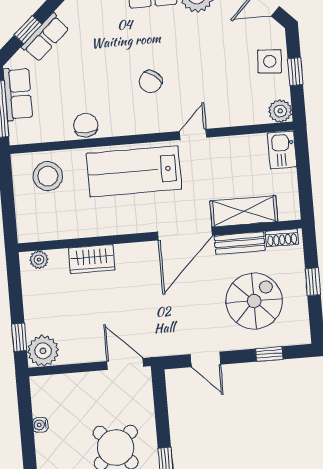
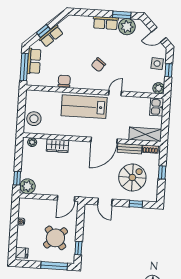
stool: (48, 176) -> (34, 119), moved
shelving: (244, 211) -> (145, 134), moved
door: (125, 364) -> (66, 198), swing flipped

